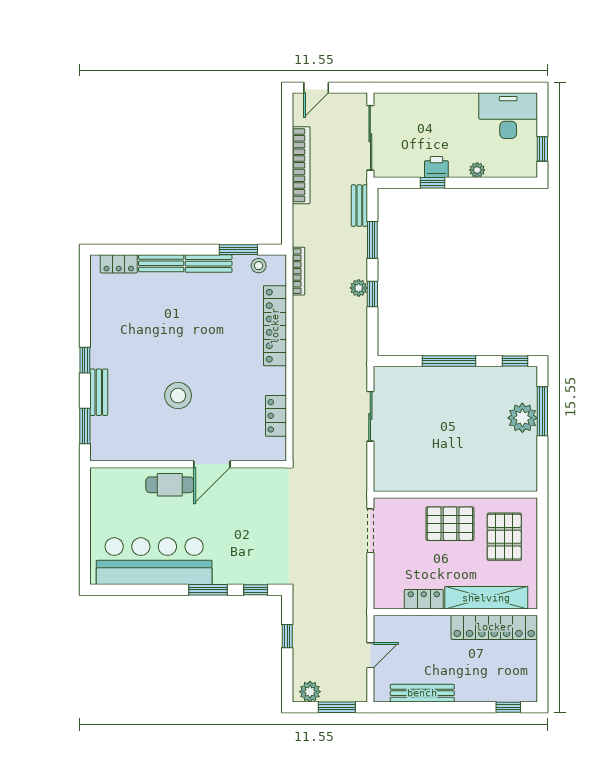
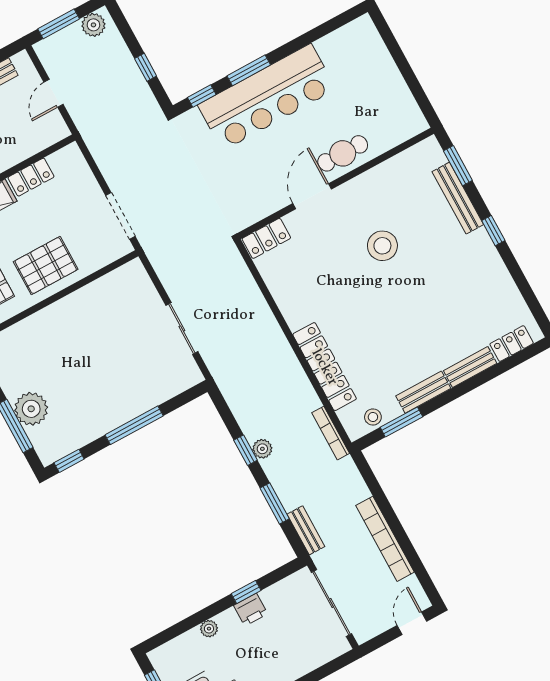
bench: (99, 392) -> (458, 198), width x1.36
locker: (276, 416) -> (266, 238), moved, turned 90
bar counter: (154, 561) -> (267, 97), moved

